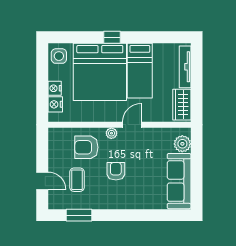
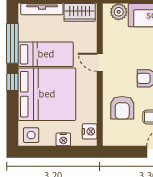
window: (151, 37) -> (12, 43), added
nightstand: (55, 104) -> (90, 131), moved, turned -90
plant: (111, 133) -> (108, 83), removed

